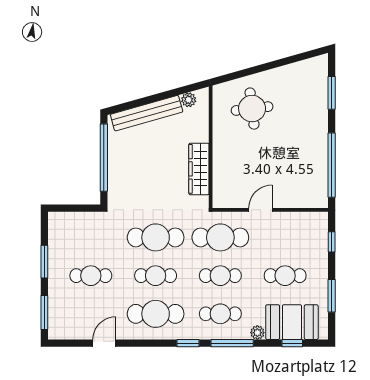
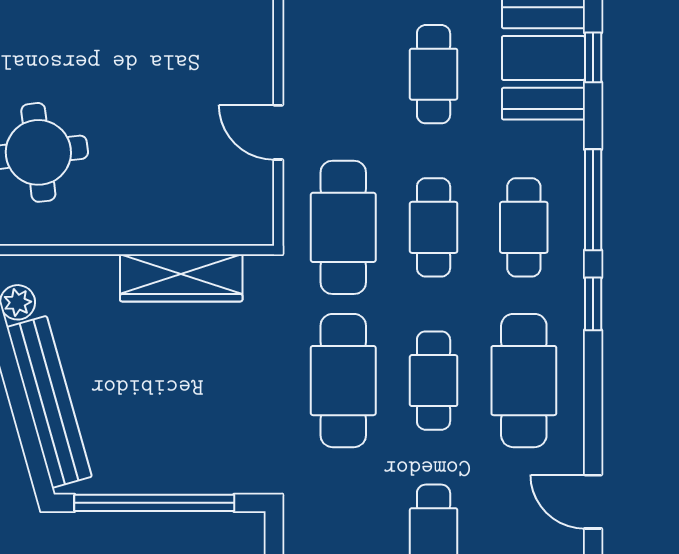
plant: (257, 333) -> (568, 140), removed

